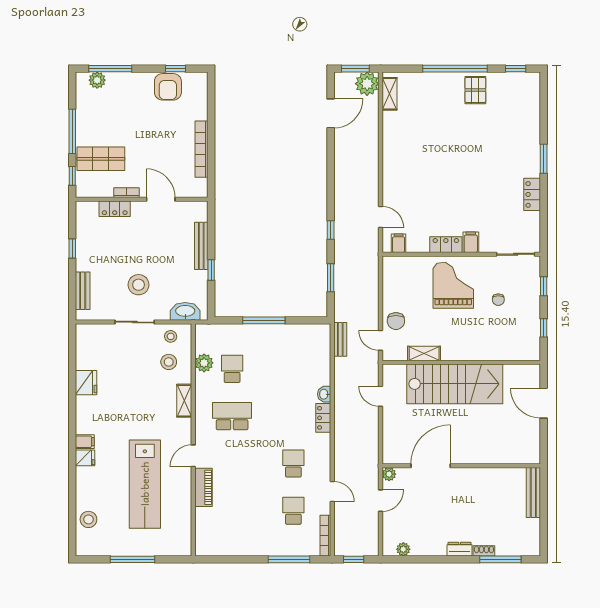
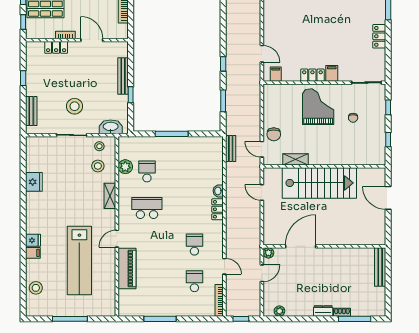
filing cabinet: (85, 442) -> (33, 253), moved
piano: (204, 487) -> (127, 268), width x1.37, depth x1.33
window: (289, 559) -> (160, 319), moved

